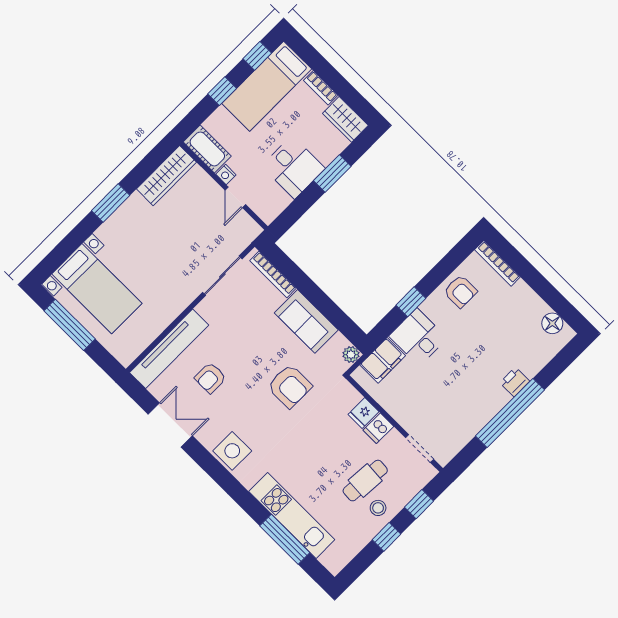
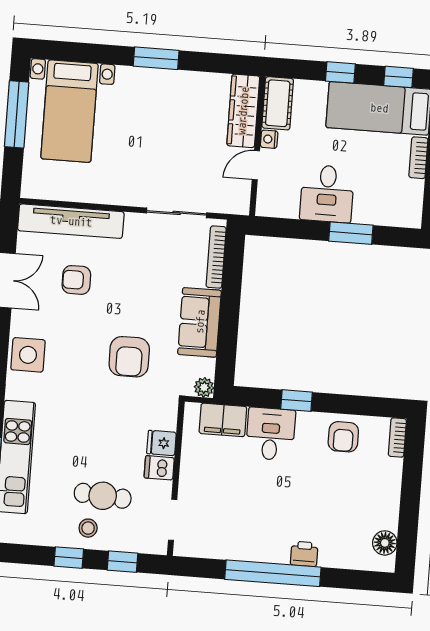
wardrobe: (345, 119) -> (409, 204), removed
wardrobe: (166, 176) -> (243, 111), moved, turned 90
bookcase: (497, 263) -> (397, 437), width x0.64

